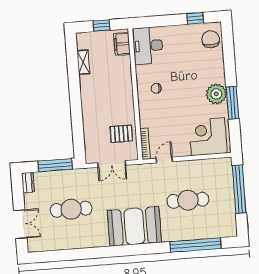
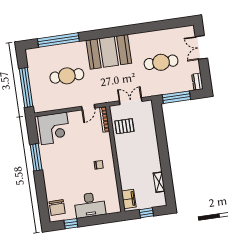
desk: (148, 46) -> (90, 205), moved, turned 90
plant: (216, 94) -> (50, 164), removed

